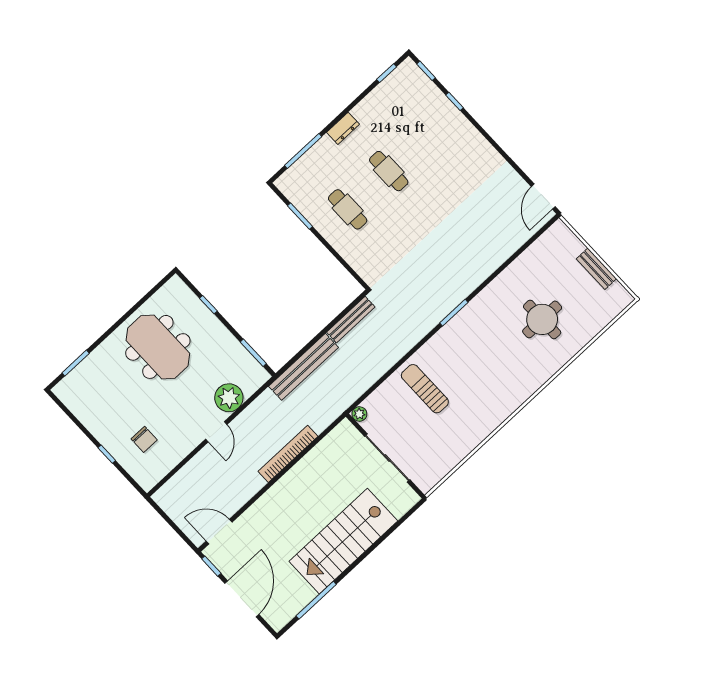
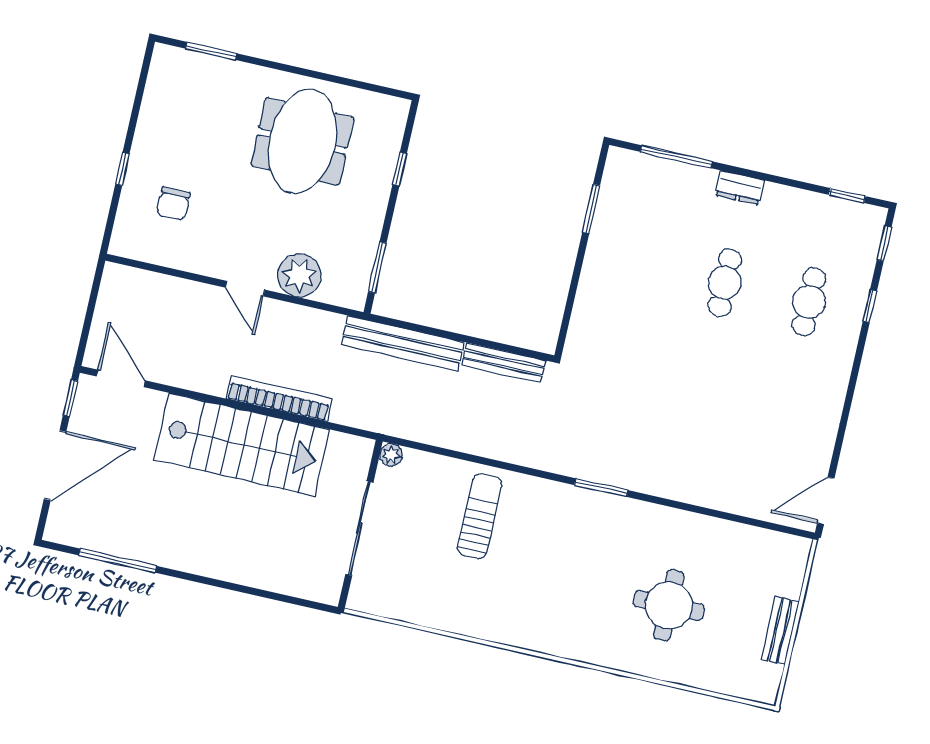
cafe table: (348, 209) -> (809, 302), moved
door: (216, 432) -> (245, 289), hinge flipped
stairs: (343, 541) -> (242, 445), moved, turned 180

